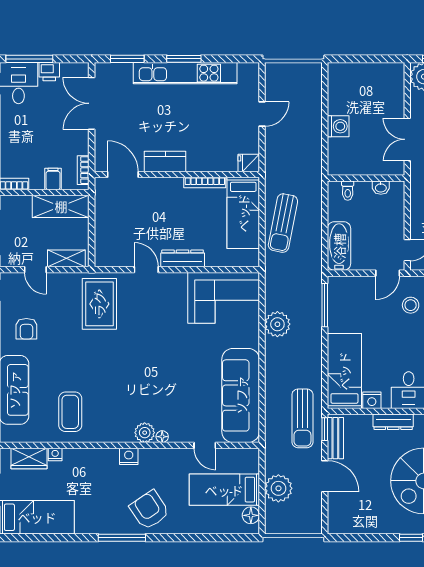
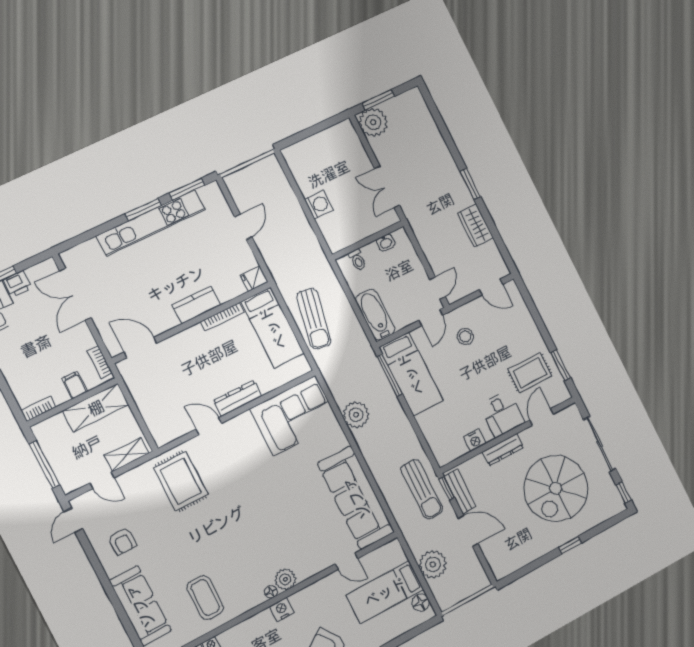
window: (127, 59) -> (187, 189), moved
kitchen counter: (165, 162) -> (196, 305), moved
bed: (344, 371) -> (411, 374), moved, turned 180
floor lamp: (162, 437) -> (271, 592), moved

